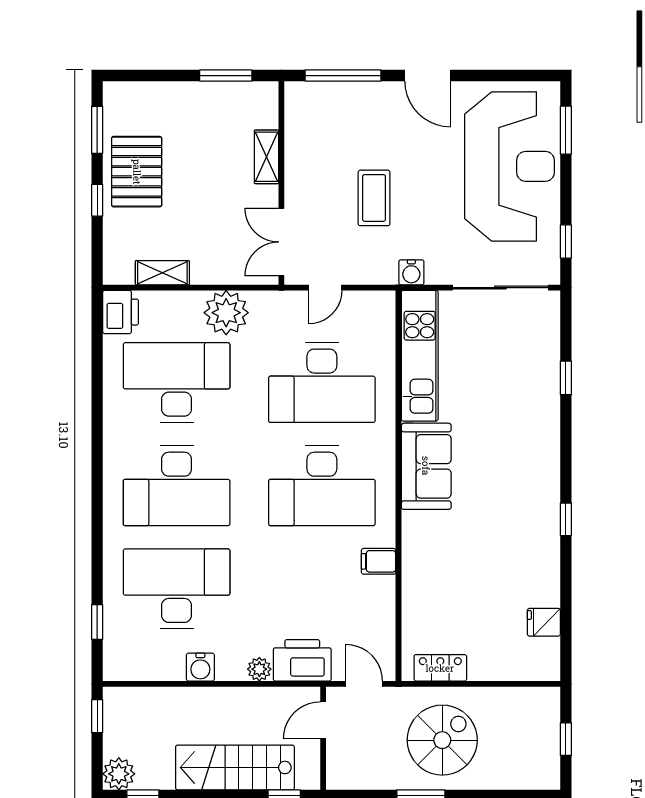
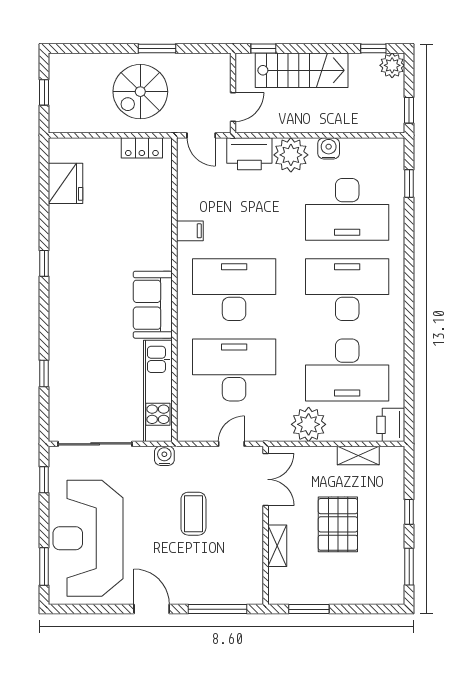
pallet: (137, 172) -> (338, 524), moved
fridge: (544, 622) -> (66, 183), width x1.88, depth x1.34
plant: (259, 669) -> (291, 155), width x1.87, depth x1.87

